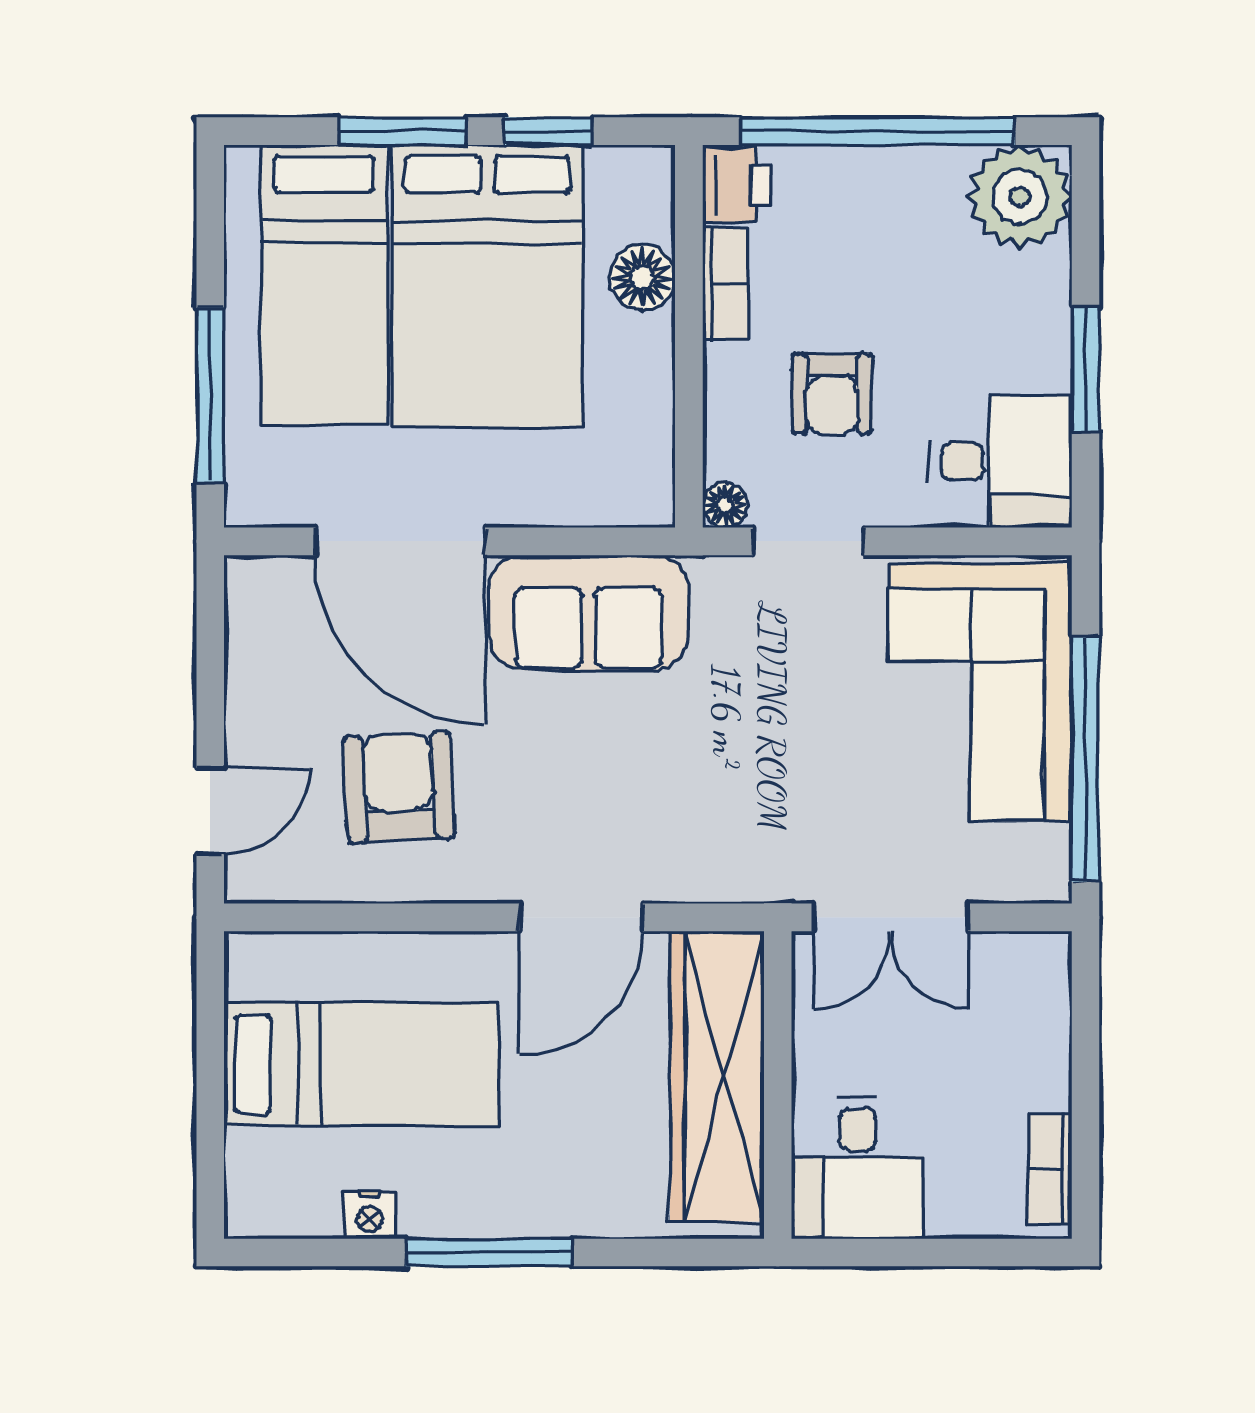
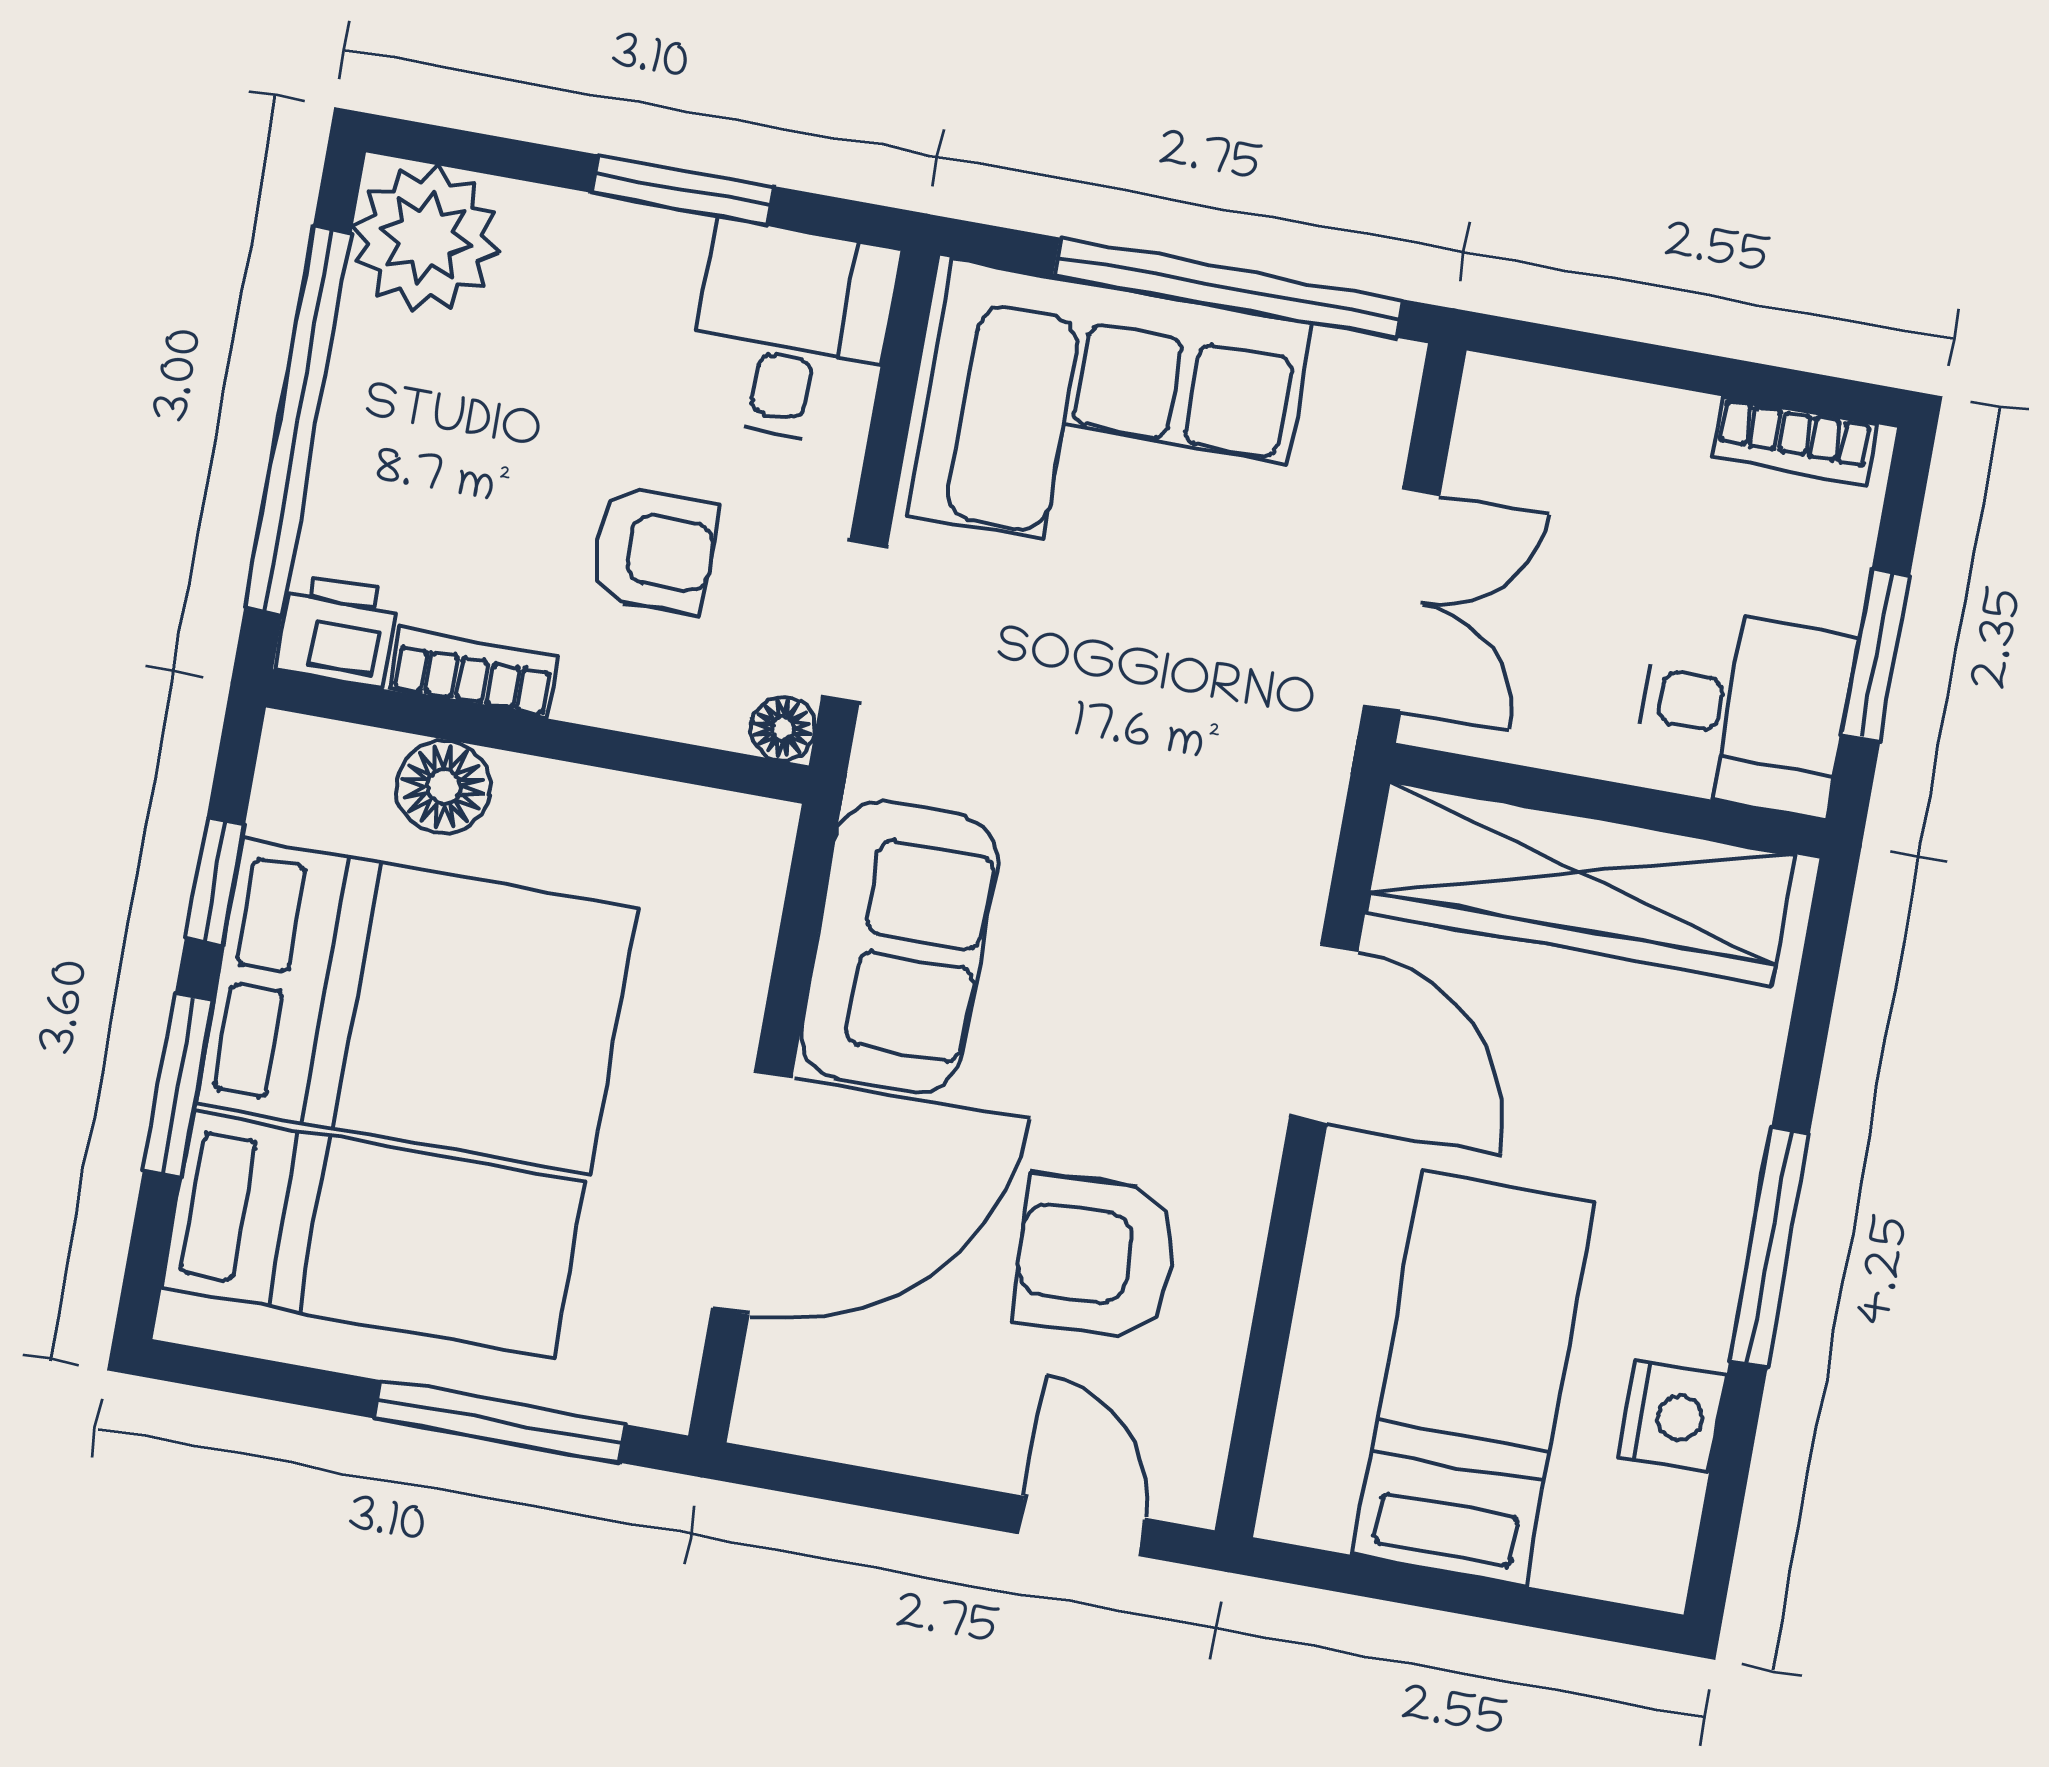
nightstand: (370, 1215) -> (1673, 1416), width x1.39, depth x1.35
window: (912, 1252) -> (1876, 655), added

